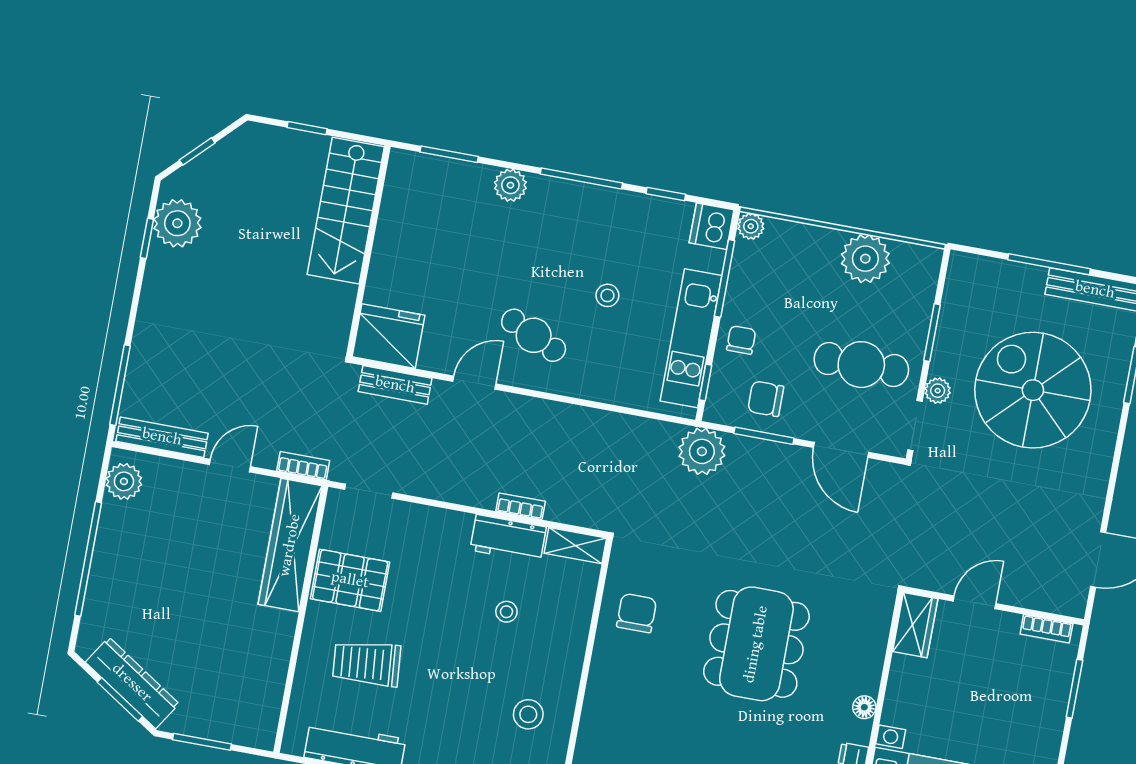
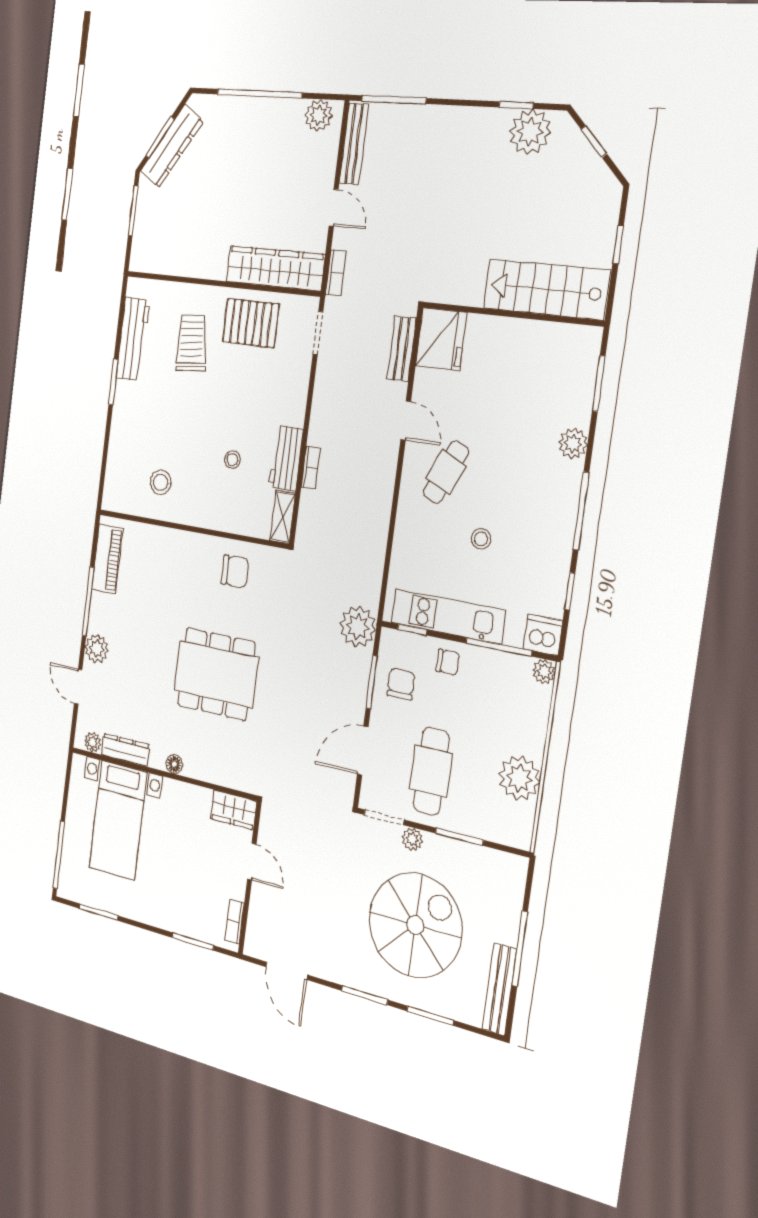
window: (1117, 458) -> (364, 995), added
pallet: (350, 580) -> (251, 323), turned 90

